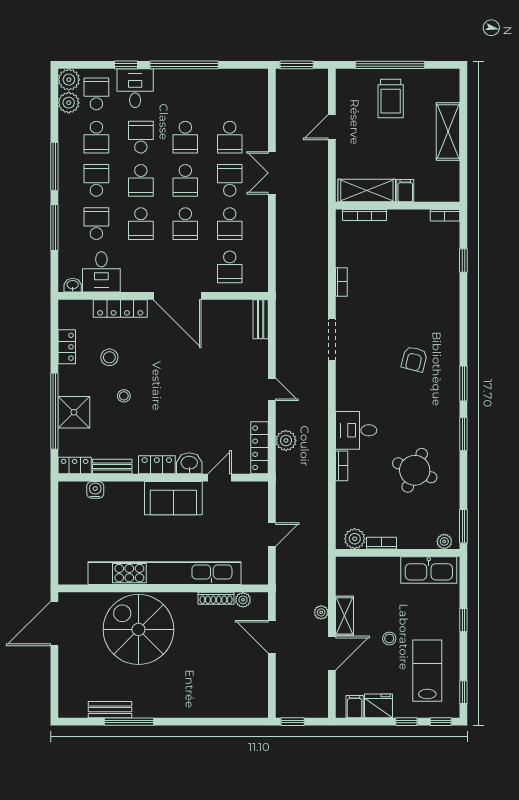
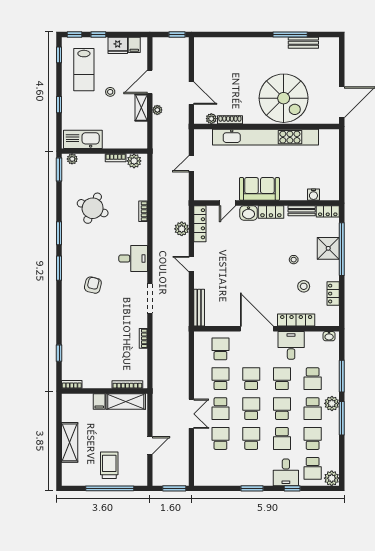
window: (184, 65) -> (252, 488), width x0.47
plant: (69, 103) -> (332, 403), moved
desk: (101, 272) -> (291, 345), moved
bench: (261, 319) -> (199, 308), width x1.36
desk: (356, 430) -> (133, 258), moved

